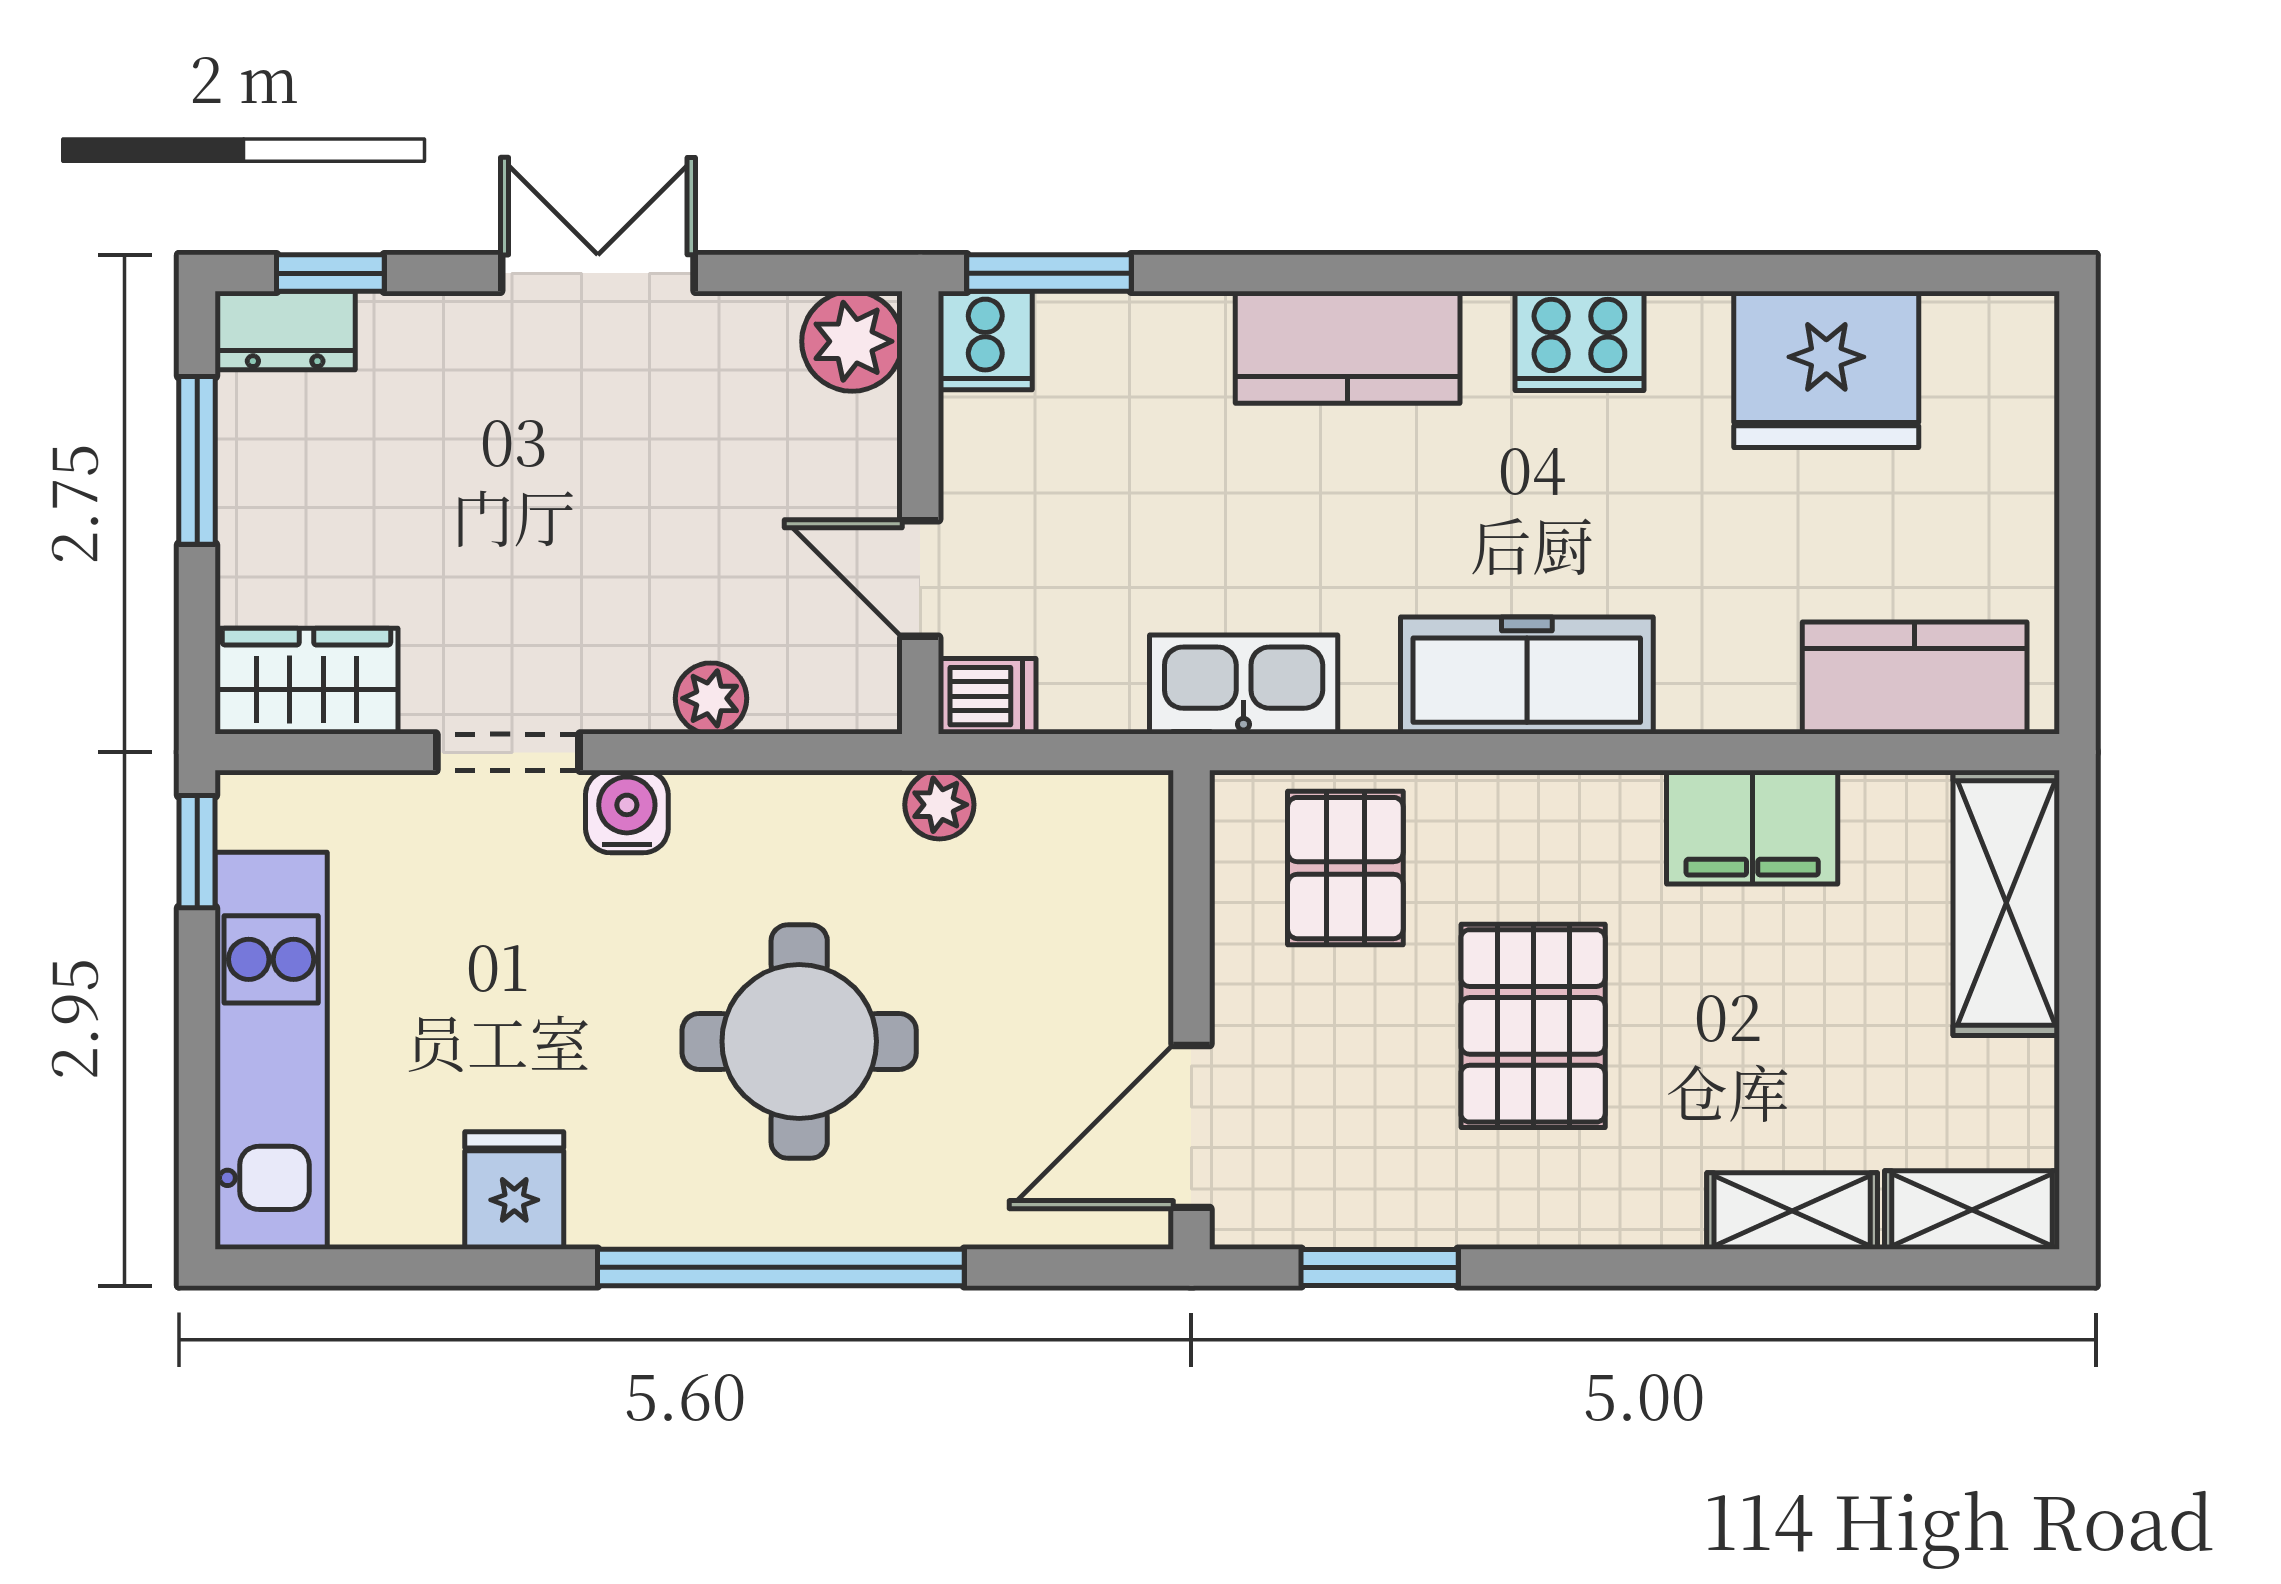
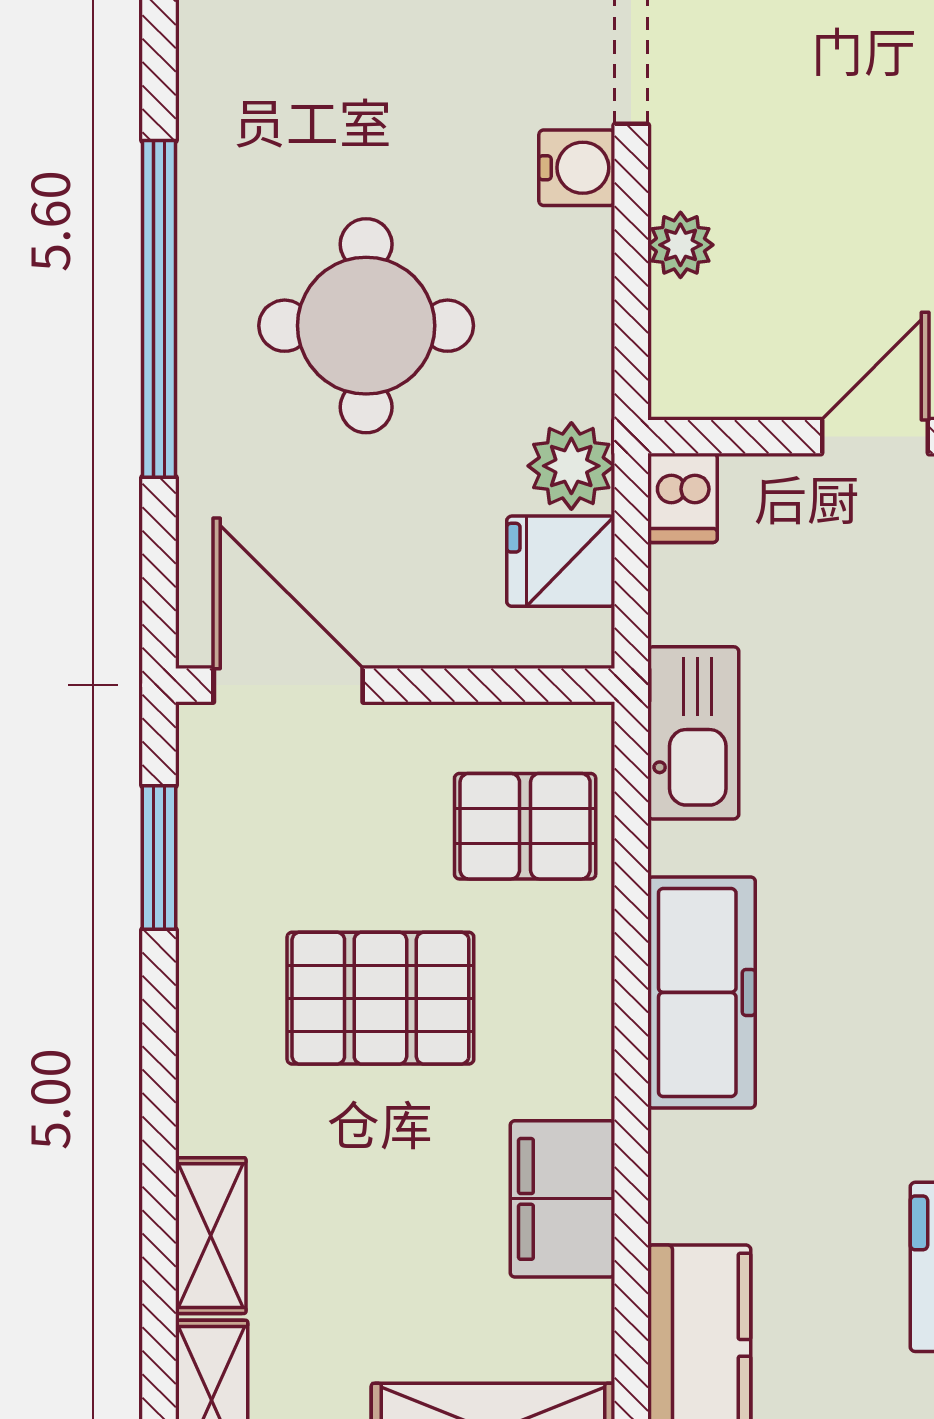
door: (920, 579) -> (875, 437), moved
plant: (939, 805) -> (571, 466), width x1.38, depth x1.38
fridge: (514, 1191) -> (561, 561), moved, turned 180

